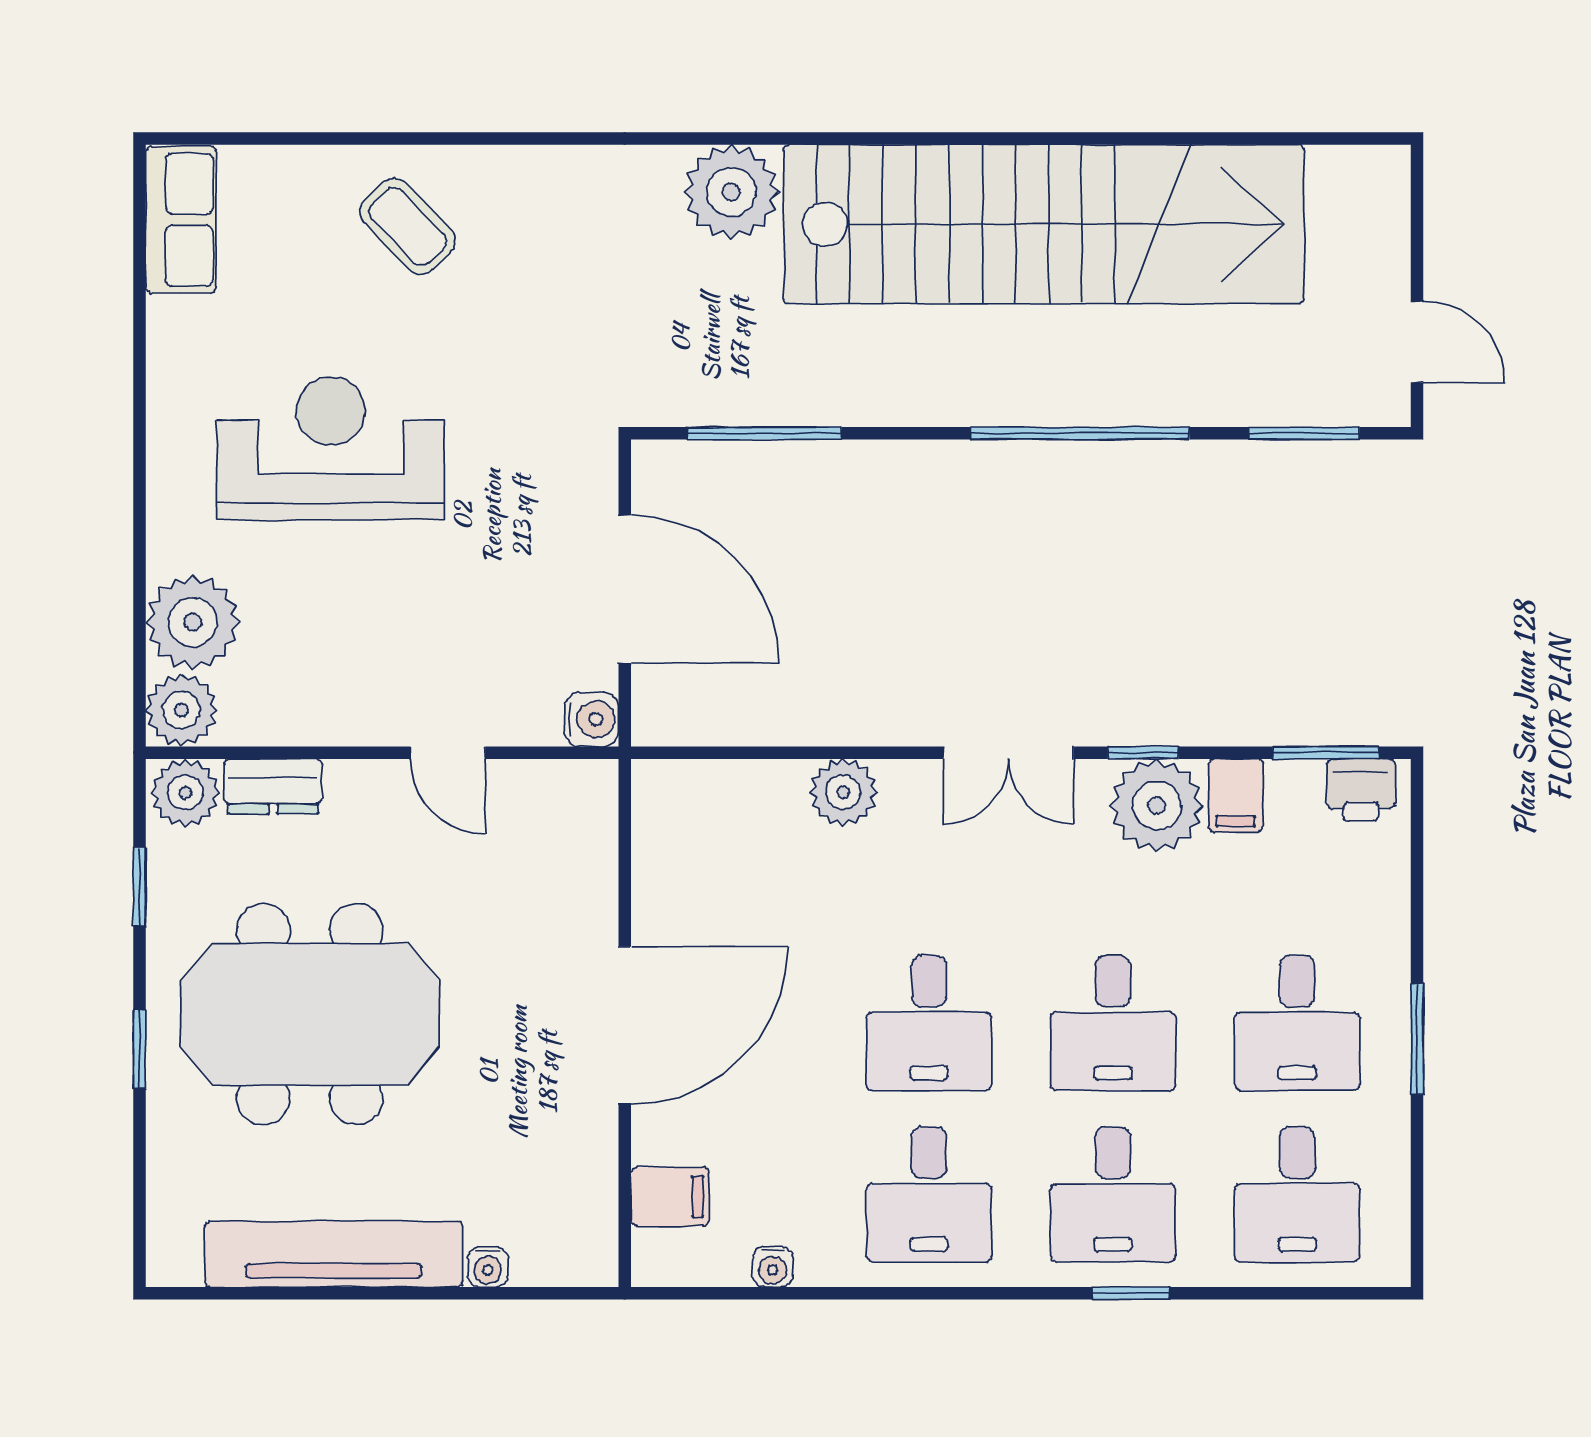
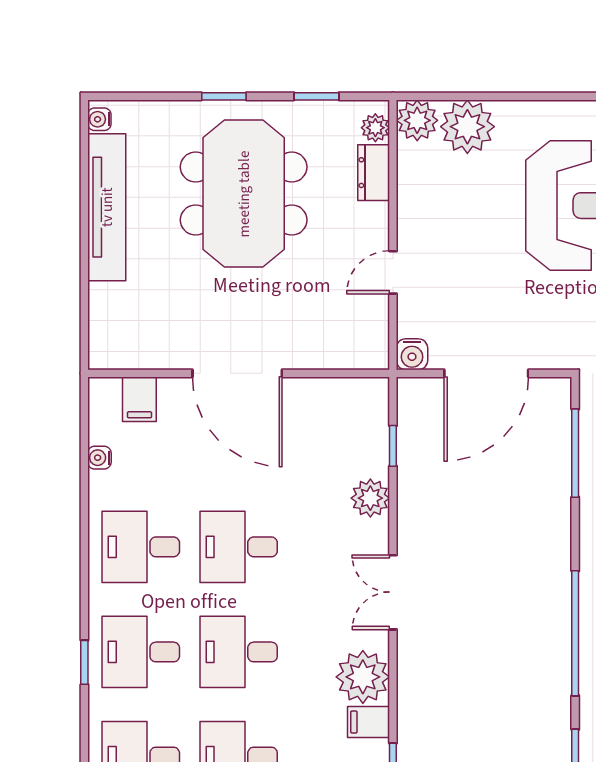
window: (1143, 753) -> (393, 446), moved
plant: (185, 793) -> (375, 128), width x0.73, depth x0.73
water cooler: (488, 1267) -> (99, 119), moved

